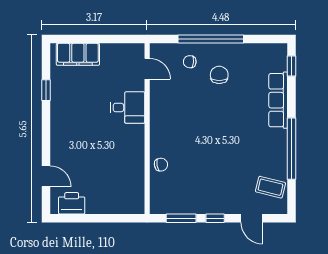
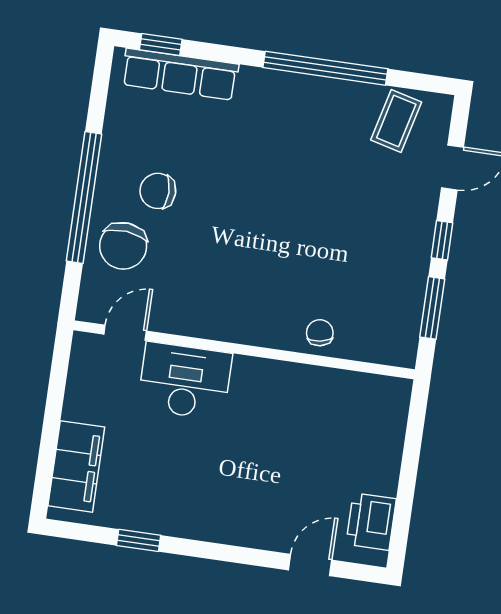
chair: (190, 62) -> (123, 246), width x1.87, depth x1.87
row of seats: (278, 100) -> (180, 74), moved
desk: (128, 108) -> (185, 381), width x1.37

